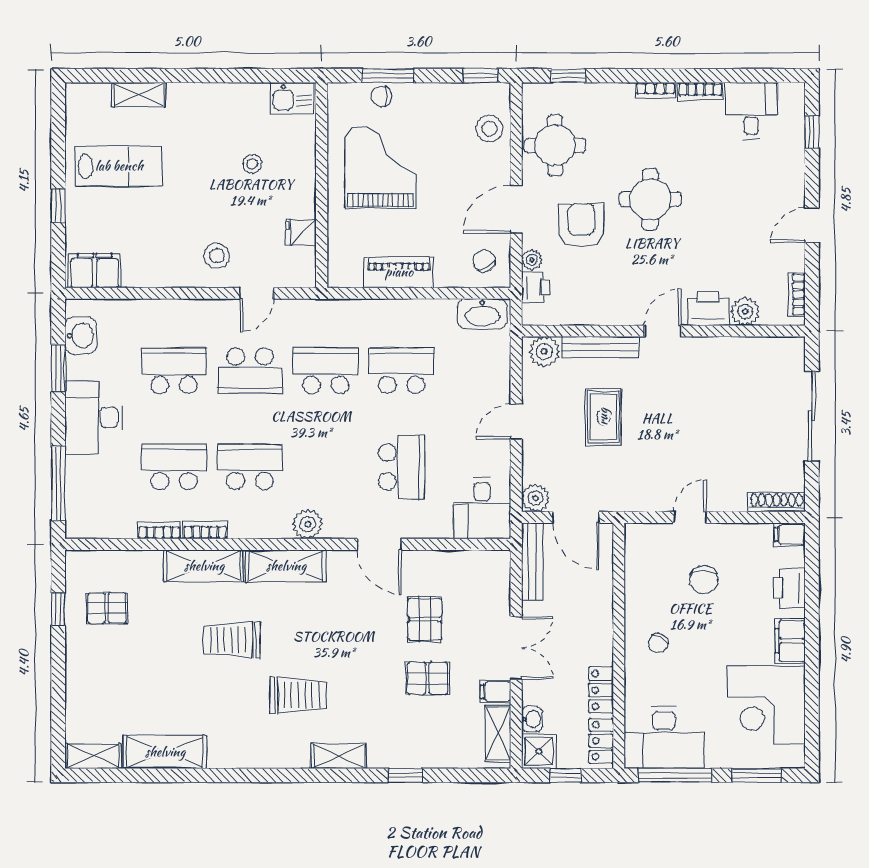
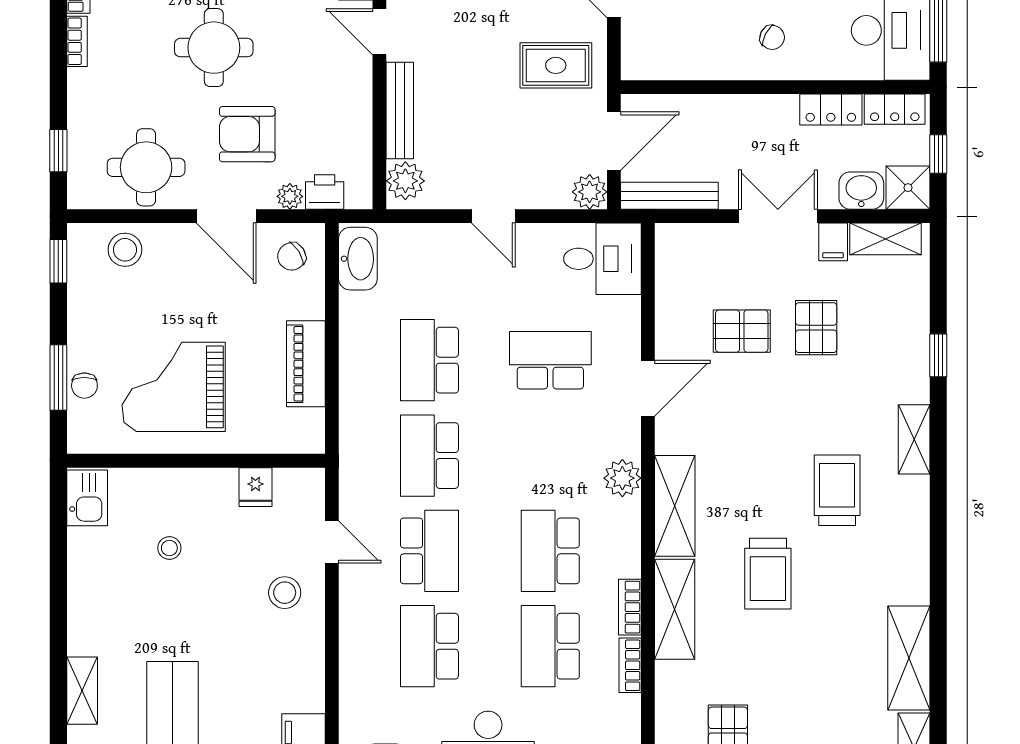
rug: (603, 417) -> (556, 65), moved
washbasin: (532, 719) -> (861, 191), width x1.38, depth x1.45

